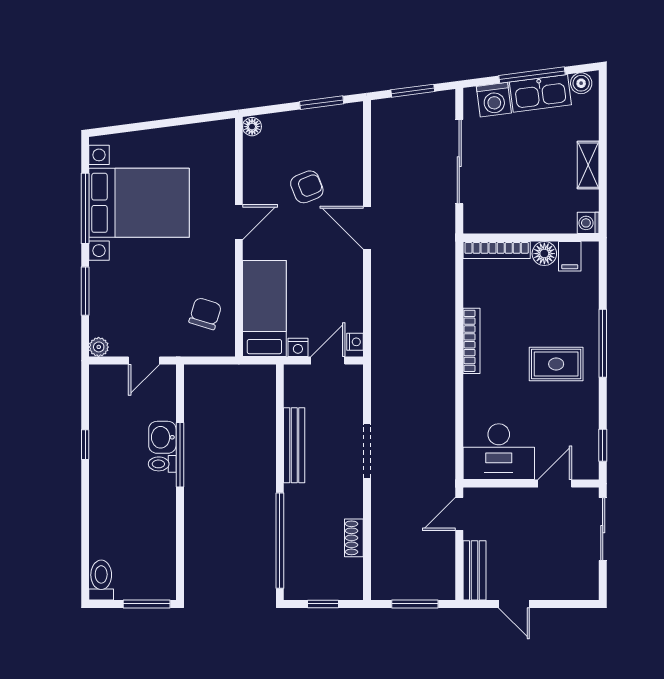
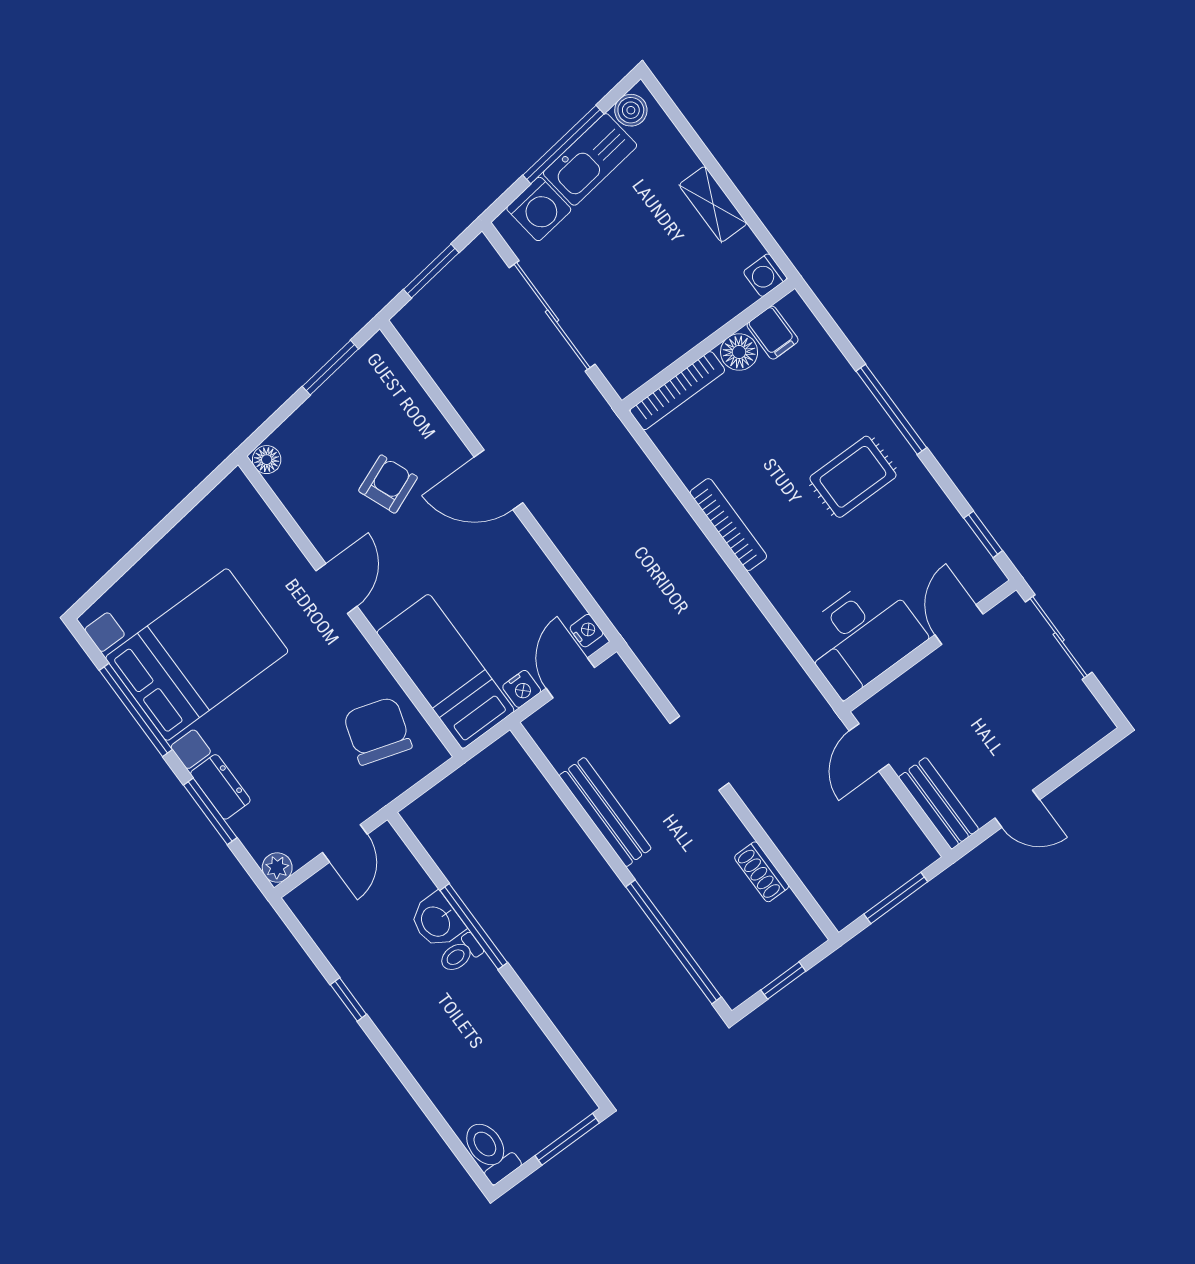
dresser: (100, 282) -> (220, 787), added
chair: (205, 314) -> (378, 731), width x1.37, depth x1.37

